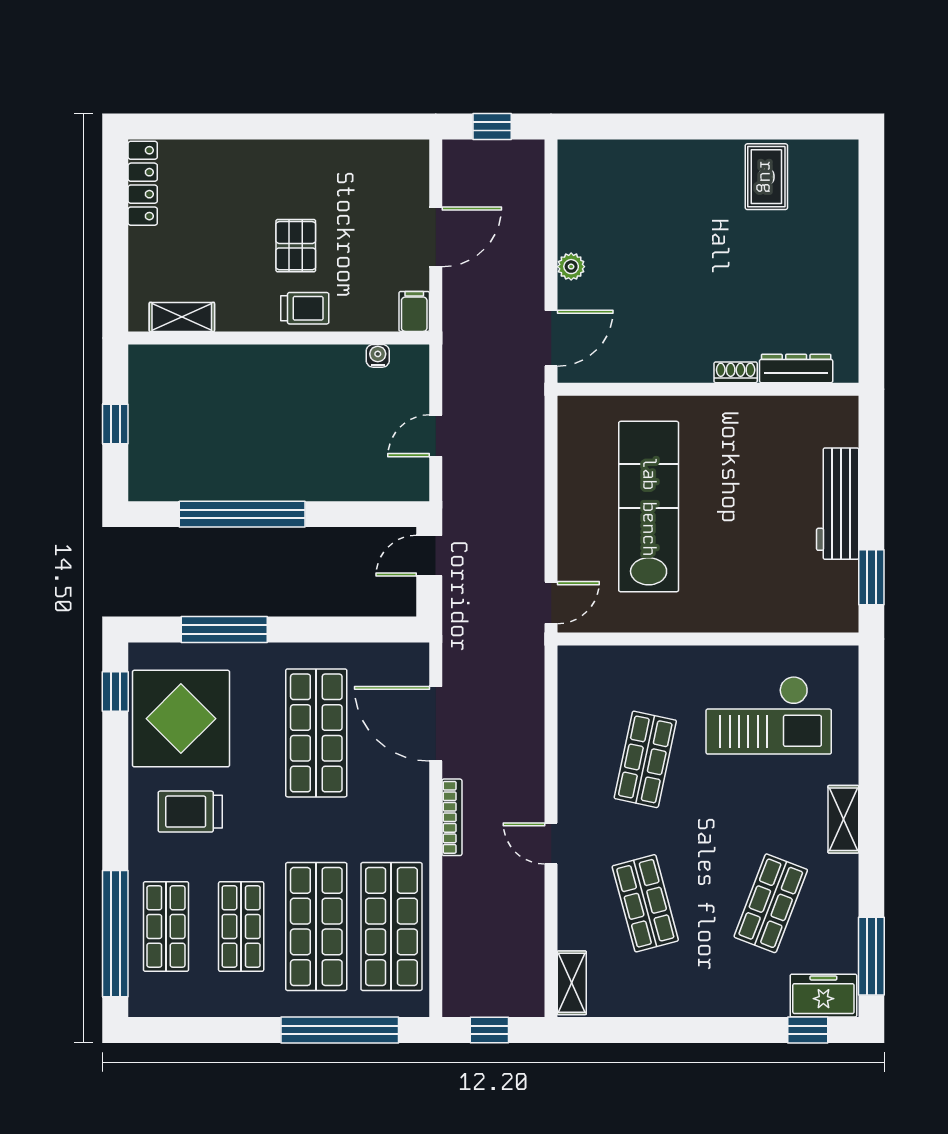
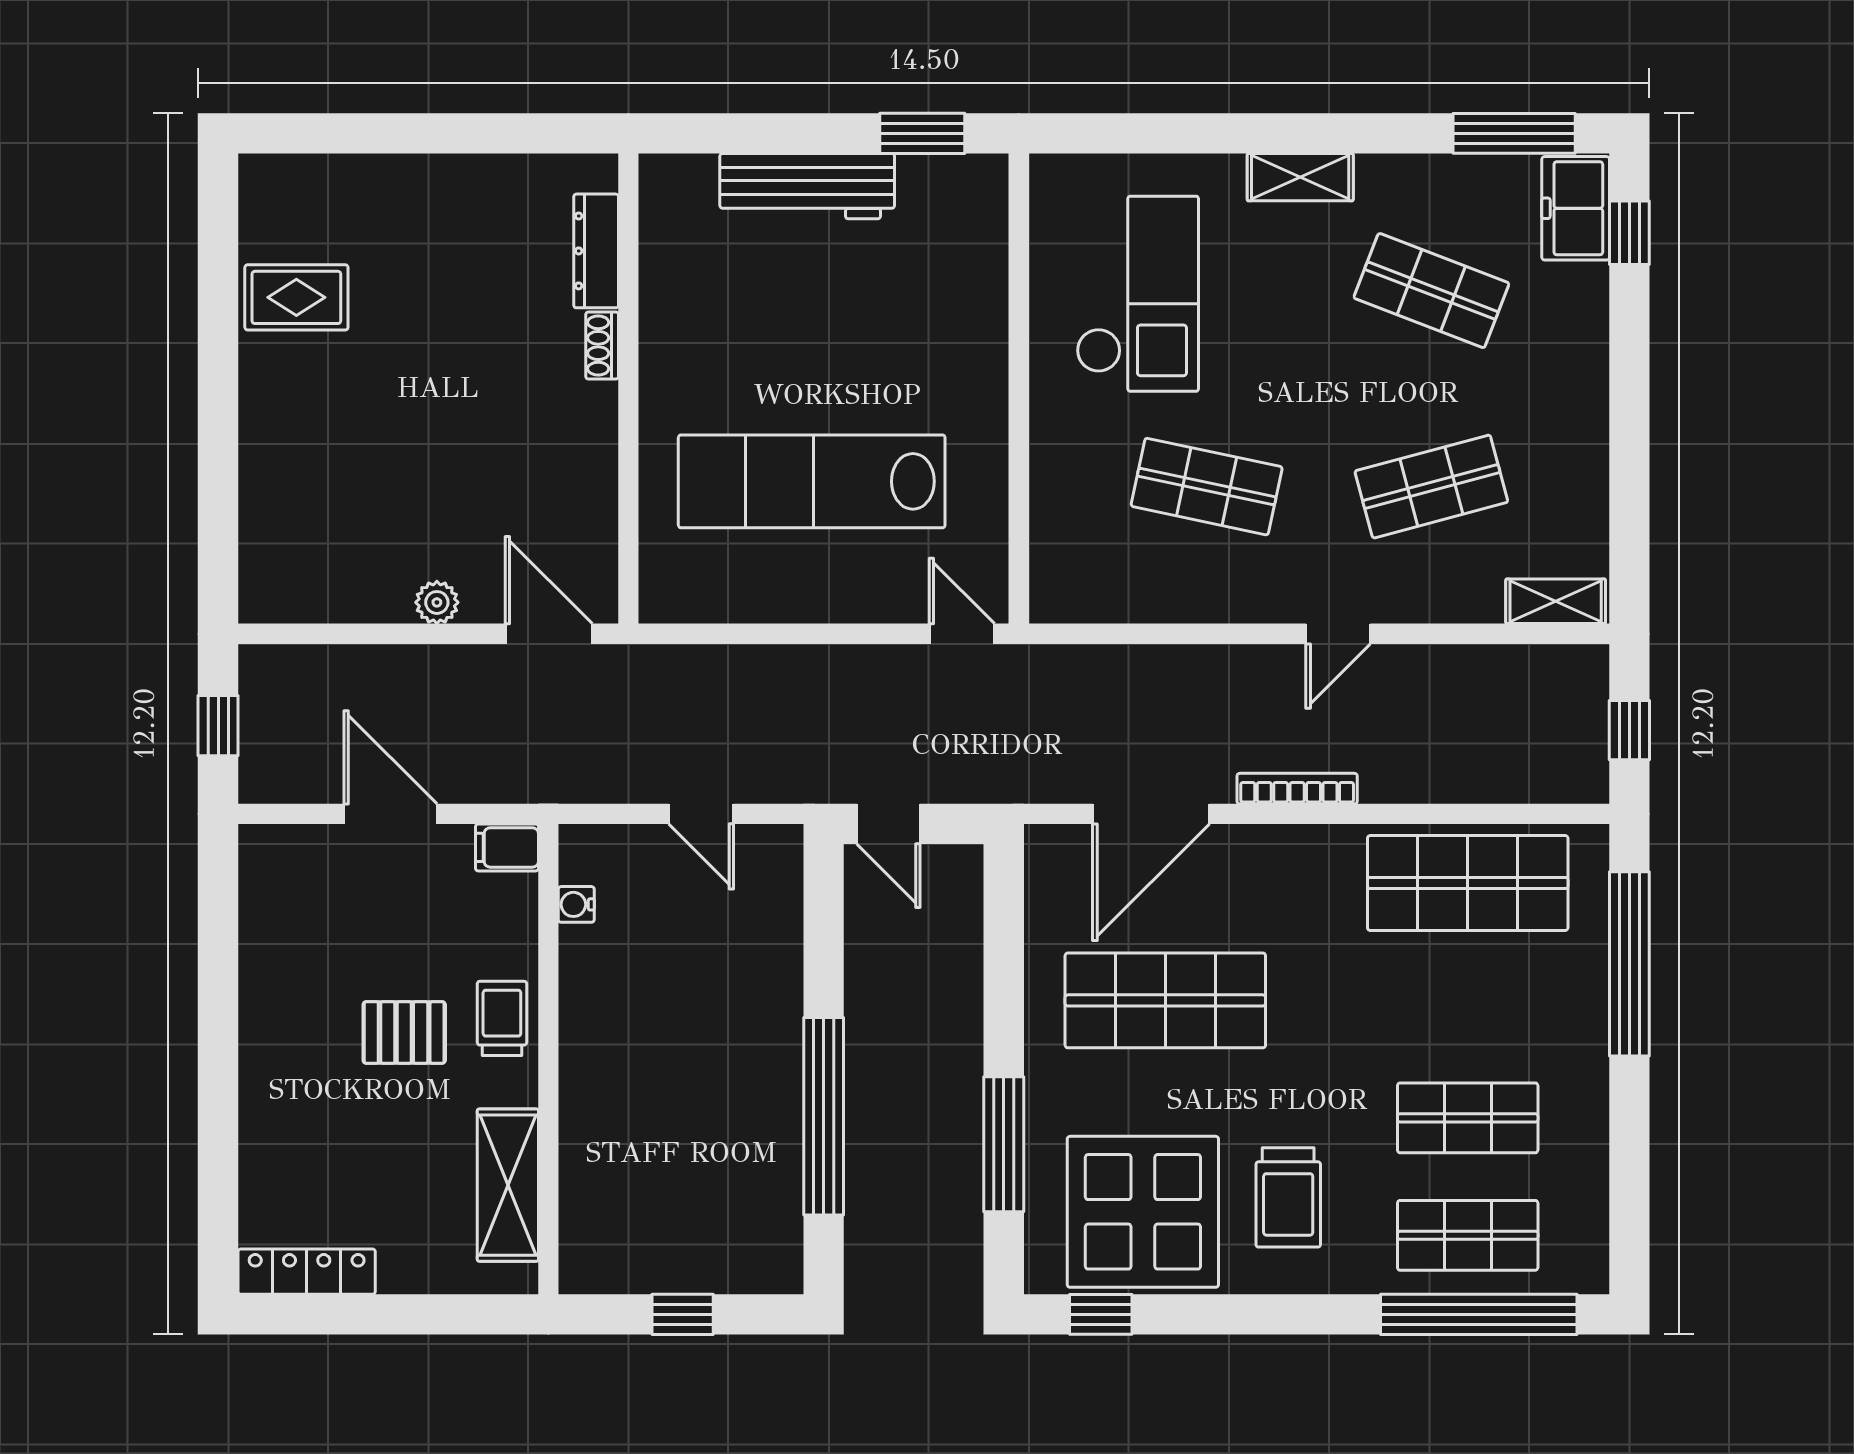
shelving: (182, 317) -> (508, 1185), width x1.50, depth x1.33
shop shelf: (316, 927) -> (1468, 1000), removed

